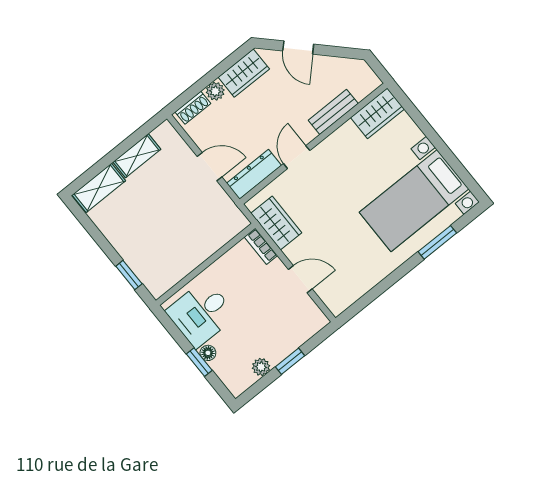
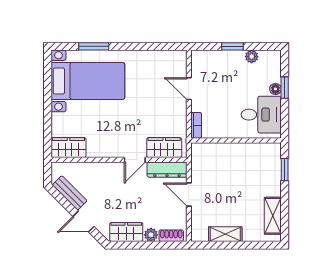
door: (298, 48) -> (84, 221), swing flipped
bench: (333, 112) -> (70, 193), moved, turned 45
shelving: (99, 188) -> (273, 216), moved, turned 90
wardrobe: (276, 223) -> (164, 148), moved, turned 90

